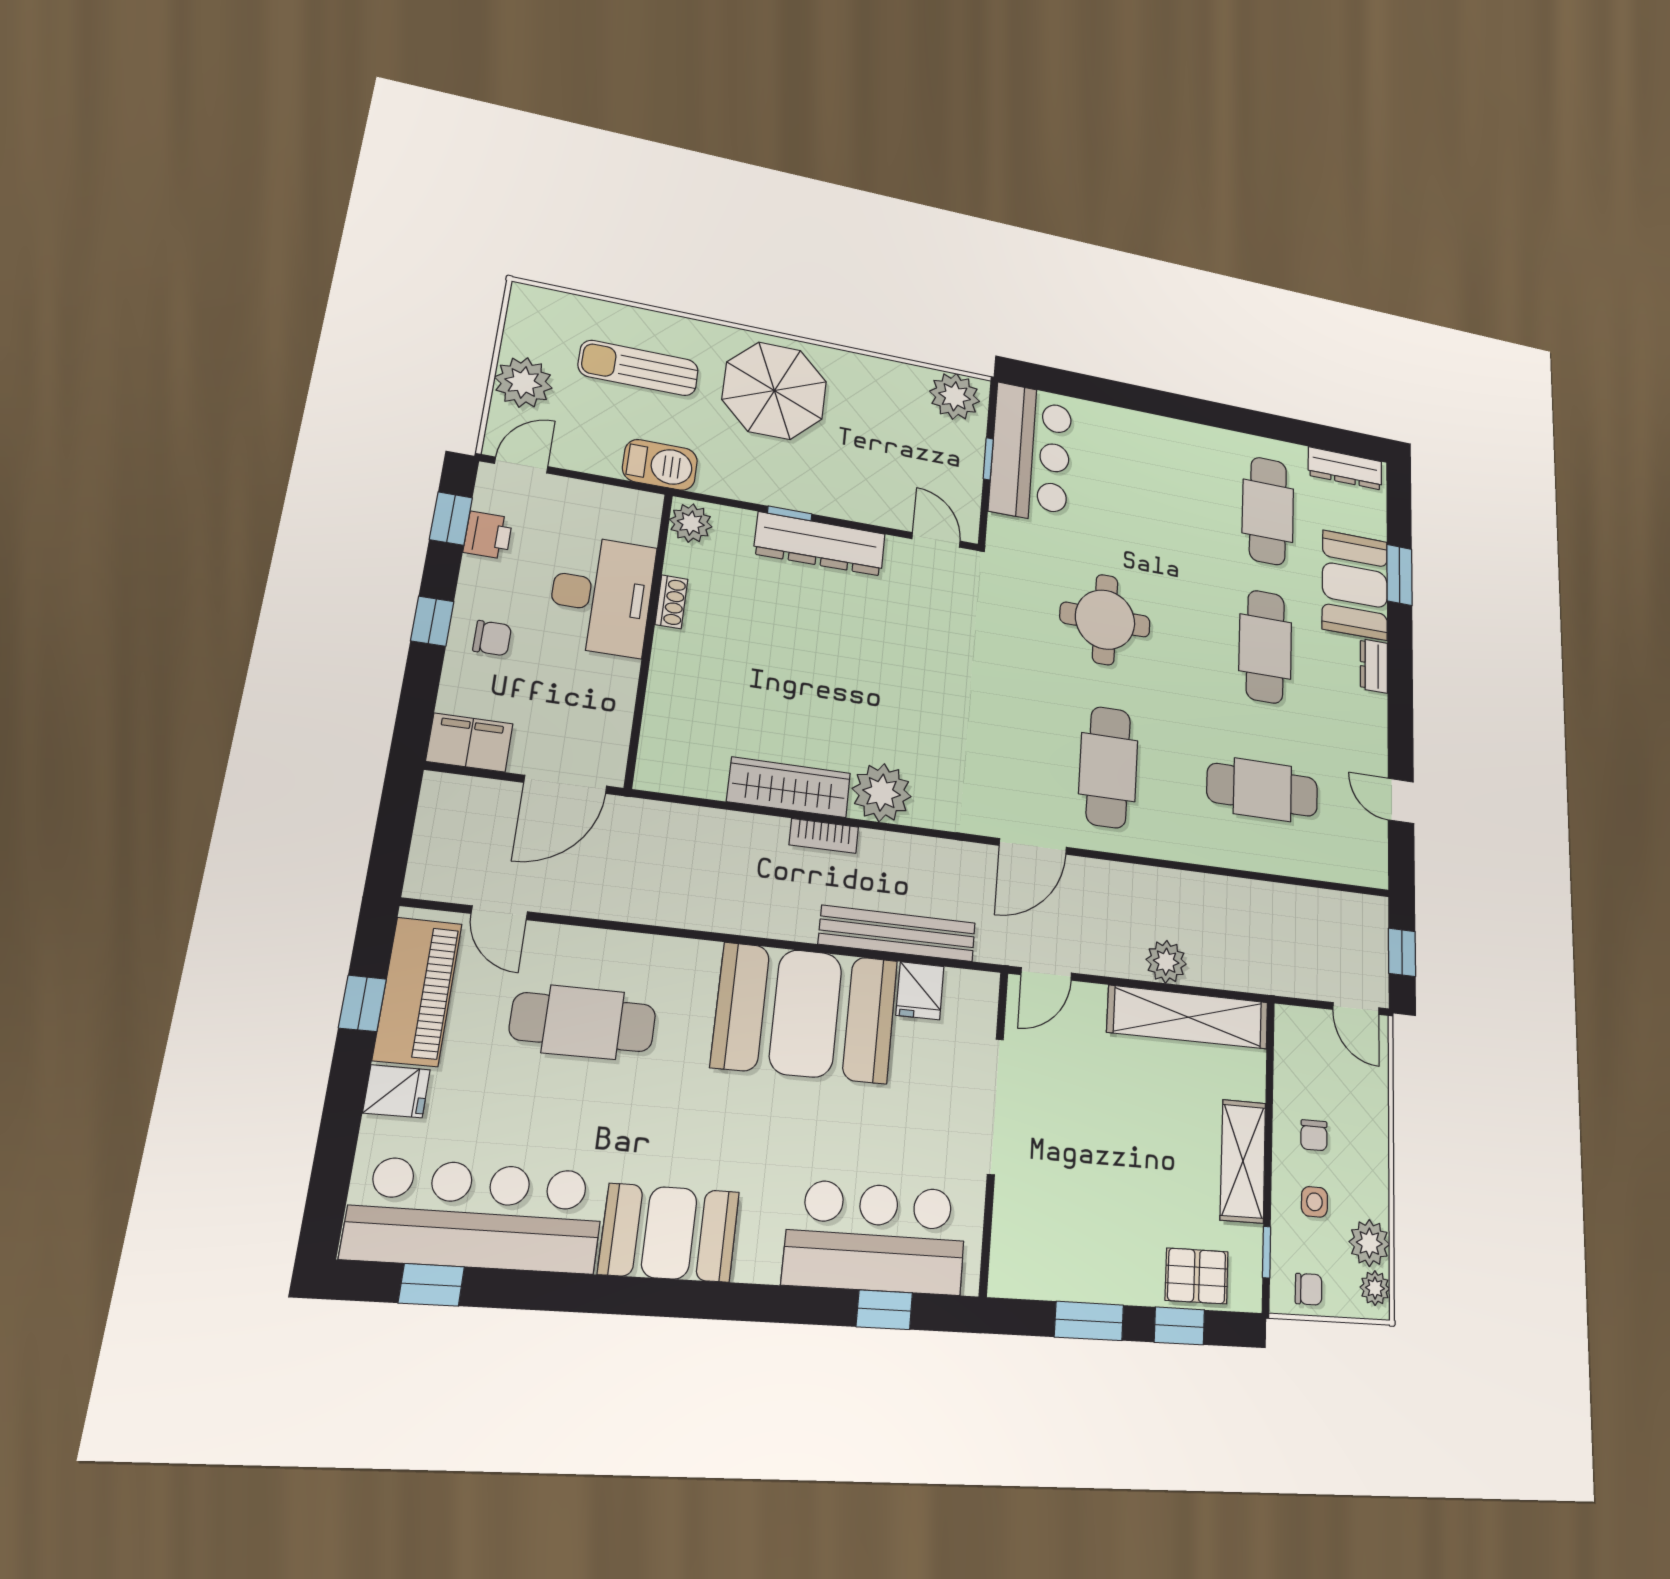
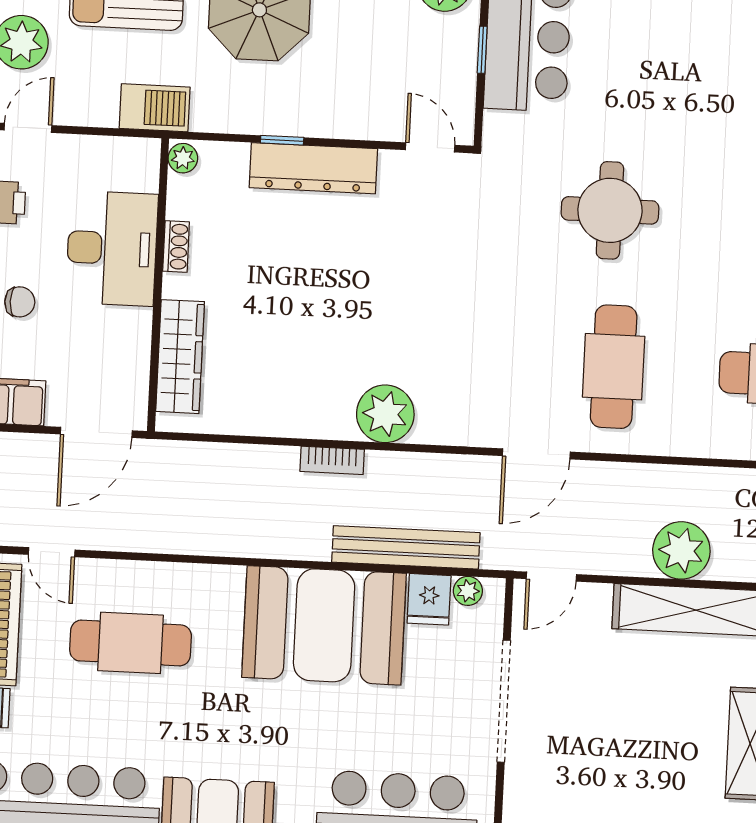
plant: (691, 523) -> (183, 158), width x0.73, depth x0.73
wardrobe: (789, 787) -> (180, 357), moved, turned 90
plant: (1166, 962) -> (681, 550), width x1.36, depth x1.36
plant: (961, 984) -> (468, 591), added

